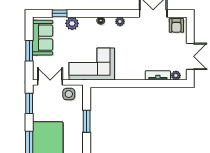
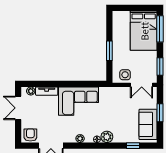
plant: (72, 23) -> (107, 137), moved
corner sofa: (92, 64) -> (78, 101), moved

